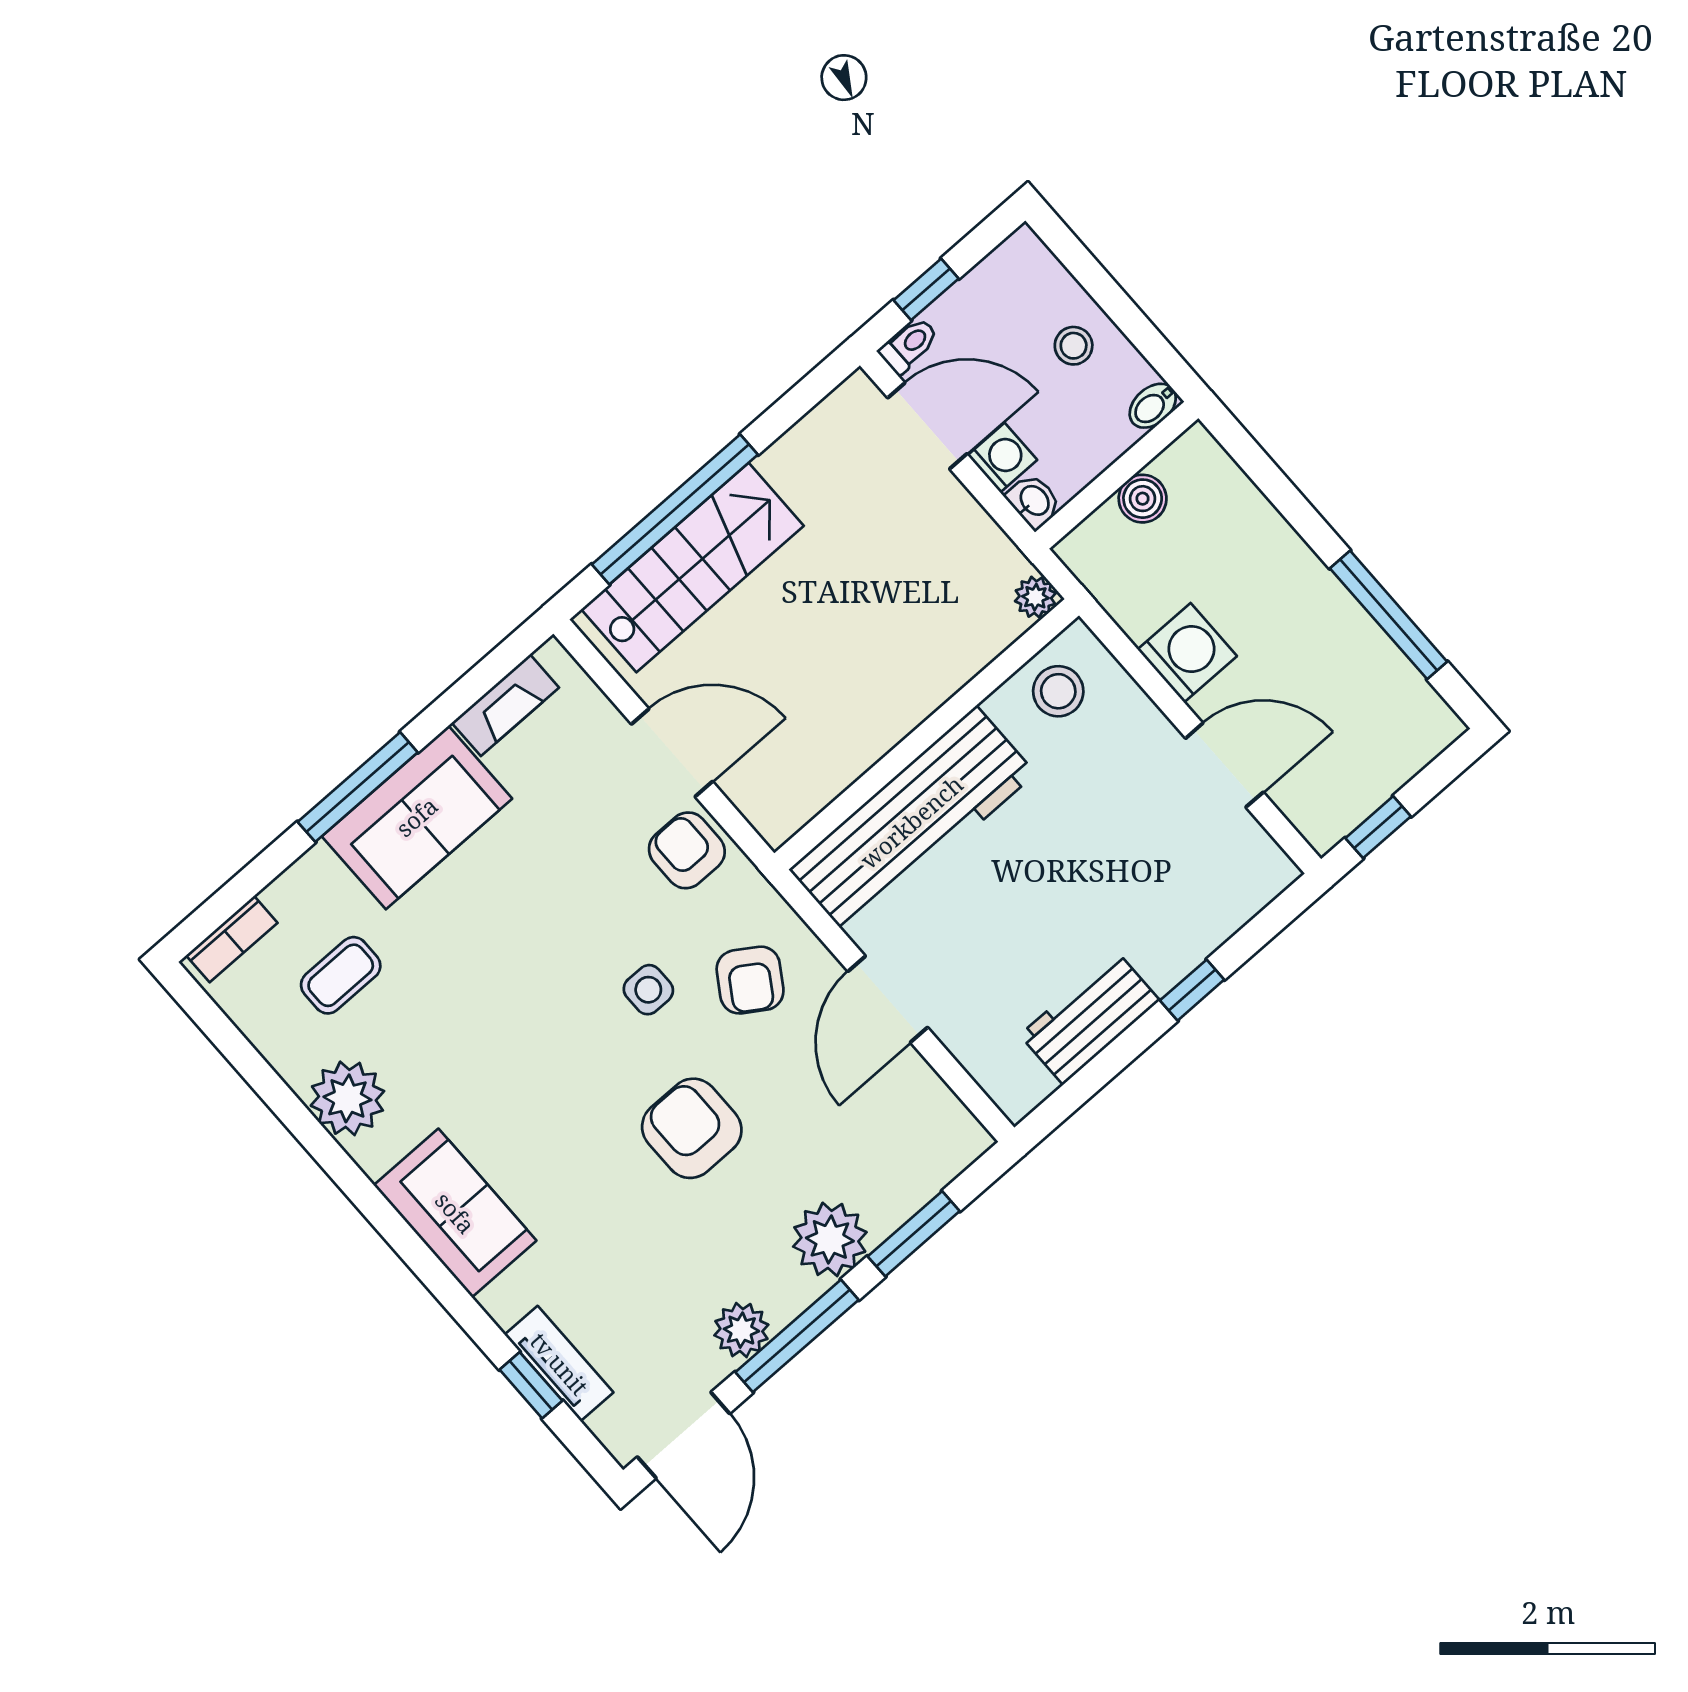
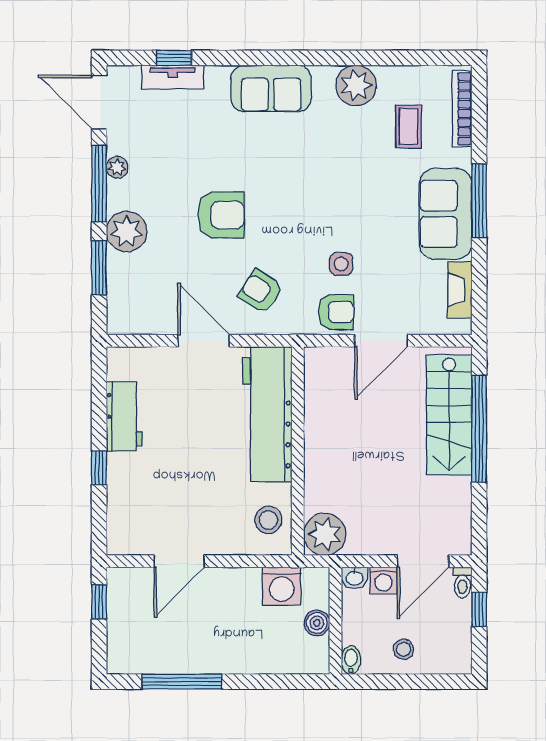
plant: (1035, 597) -> (325, 534), width x1.88, depth x1.88
washing machine: (1187, 653) -> (282, 586), moved
bookcase: (232, 939) -> (462, 109), width x1.56
side table: (648, 990) -> (341, 264), moved
plant: (741, 1330) -> (117, 167), width x0.73, depth x0.73

